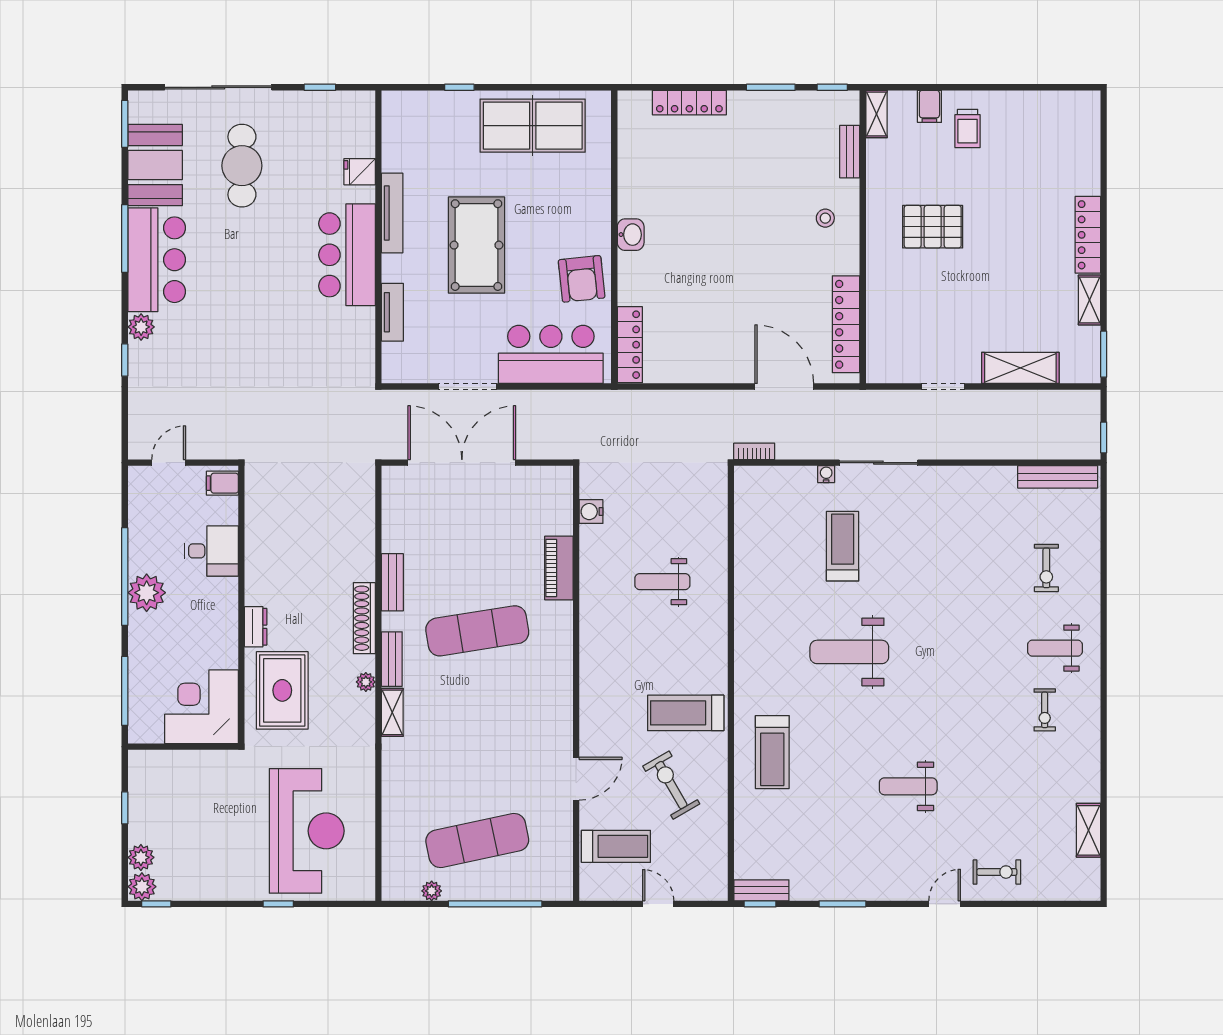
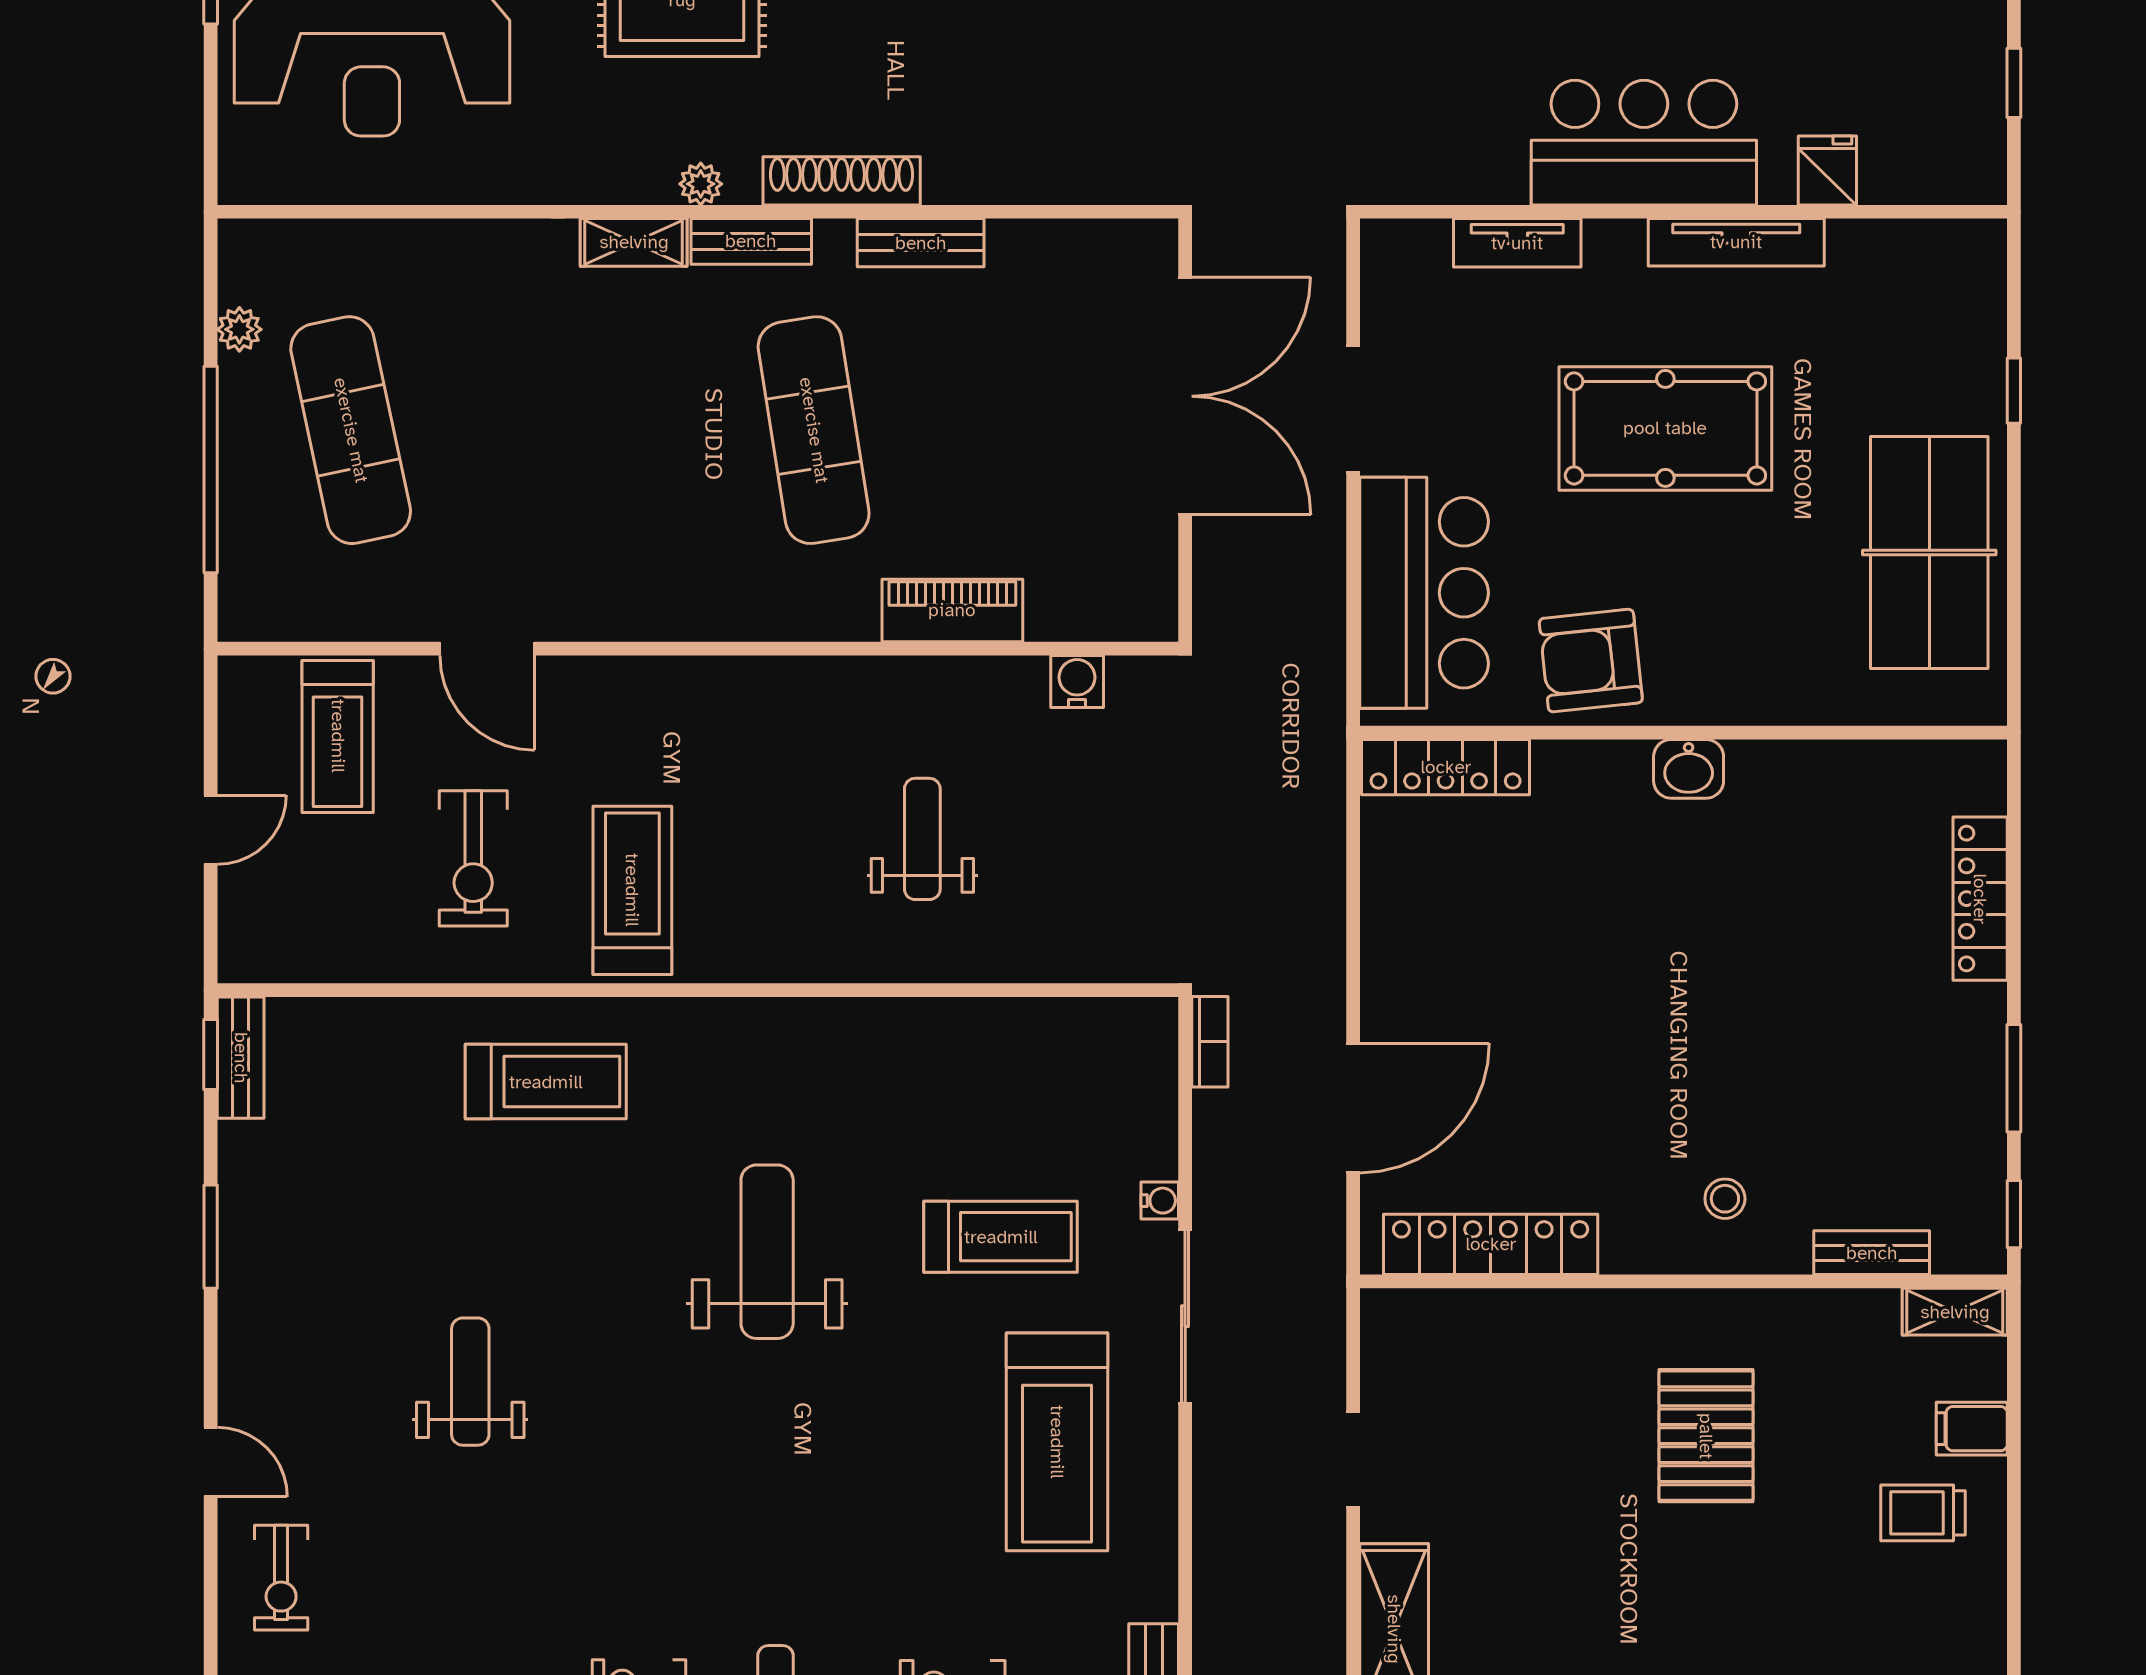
treadmill: (935, 521) -> (1057, 1442), added
treadmill: (772, 752) -> (546, 1082), turned 180
exercise bike: (671, 785) -> (473, 858), turned 120

